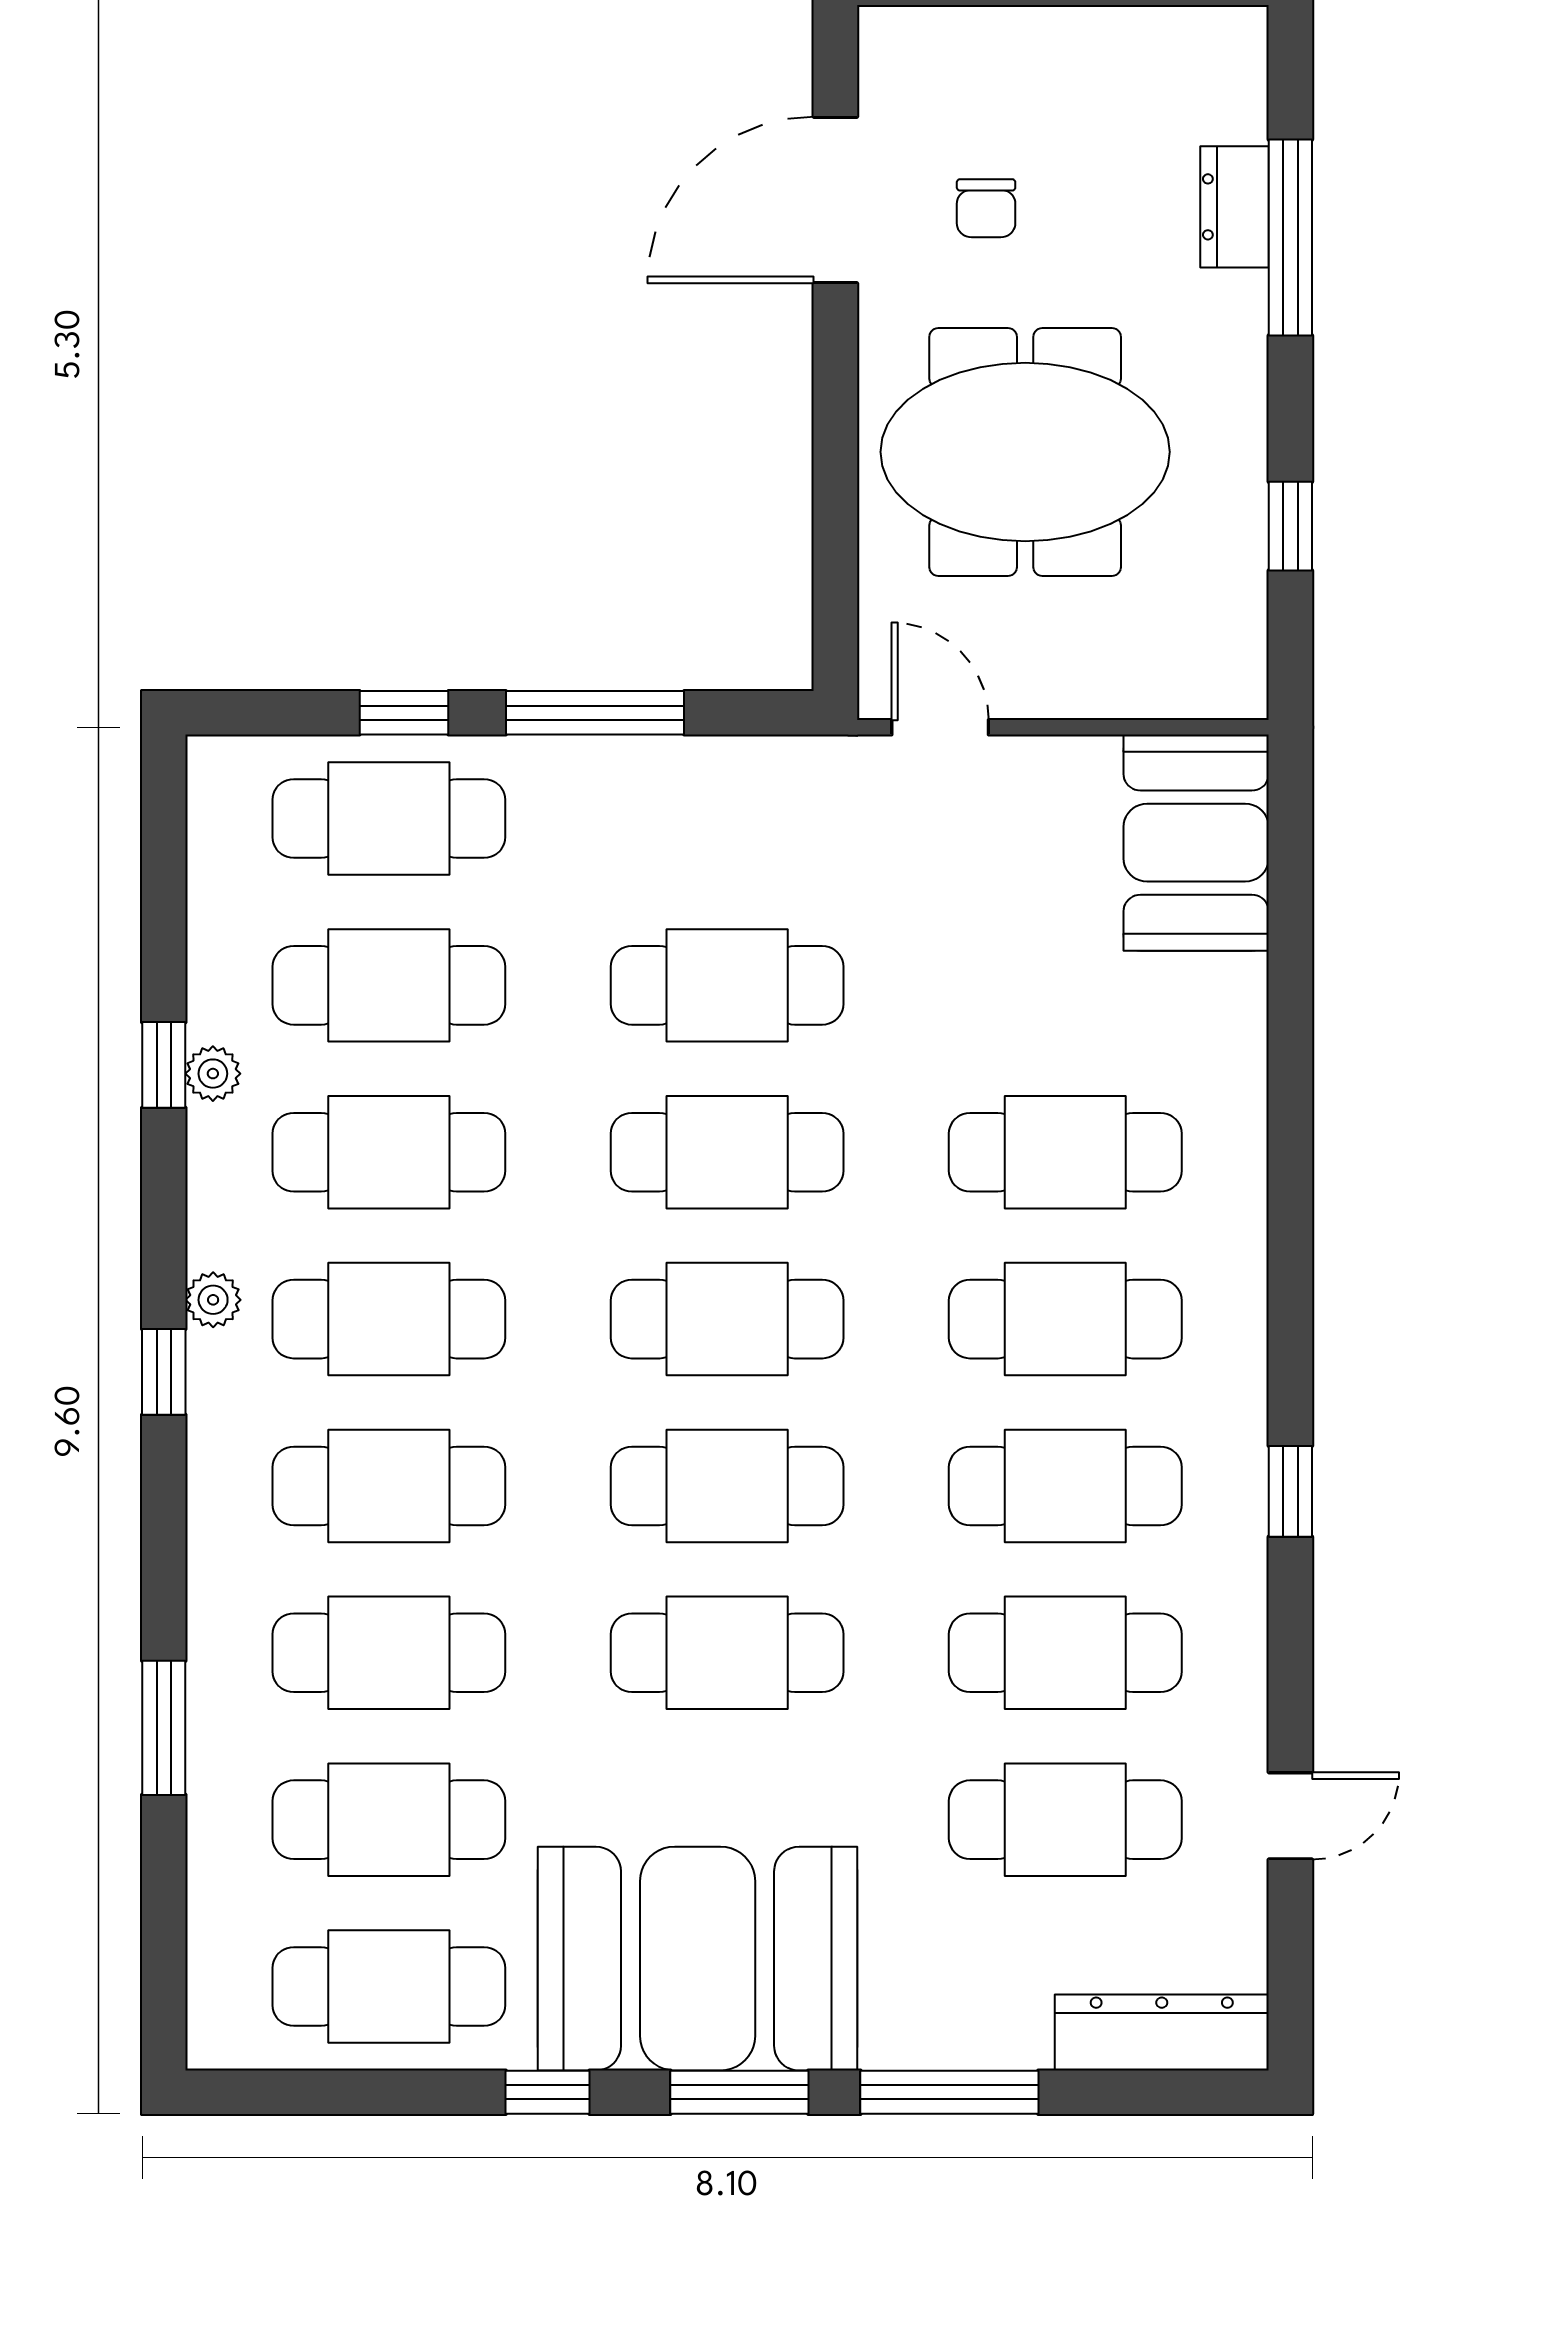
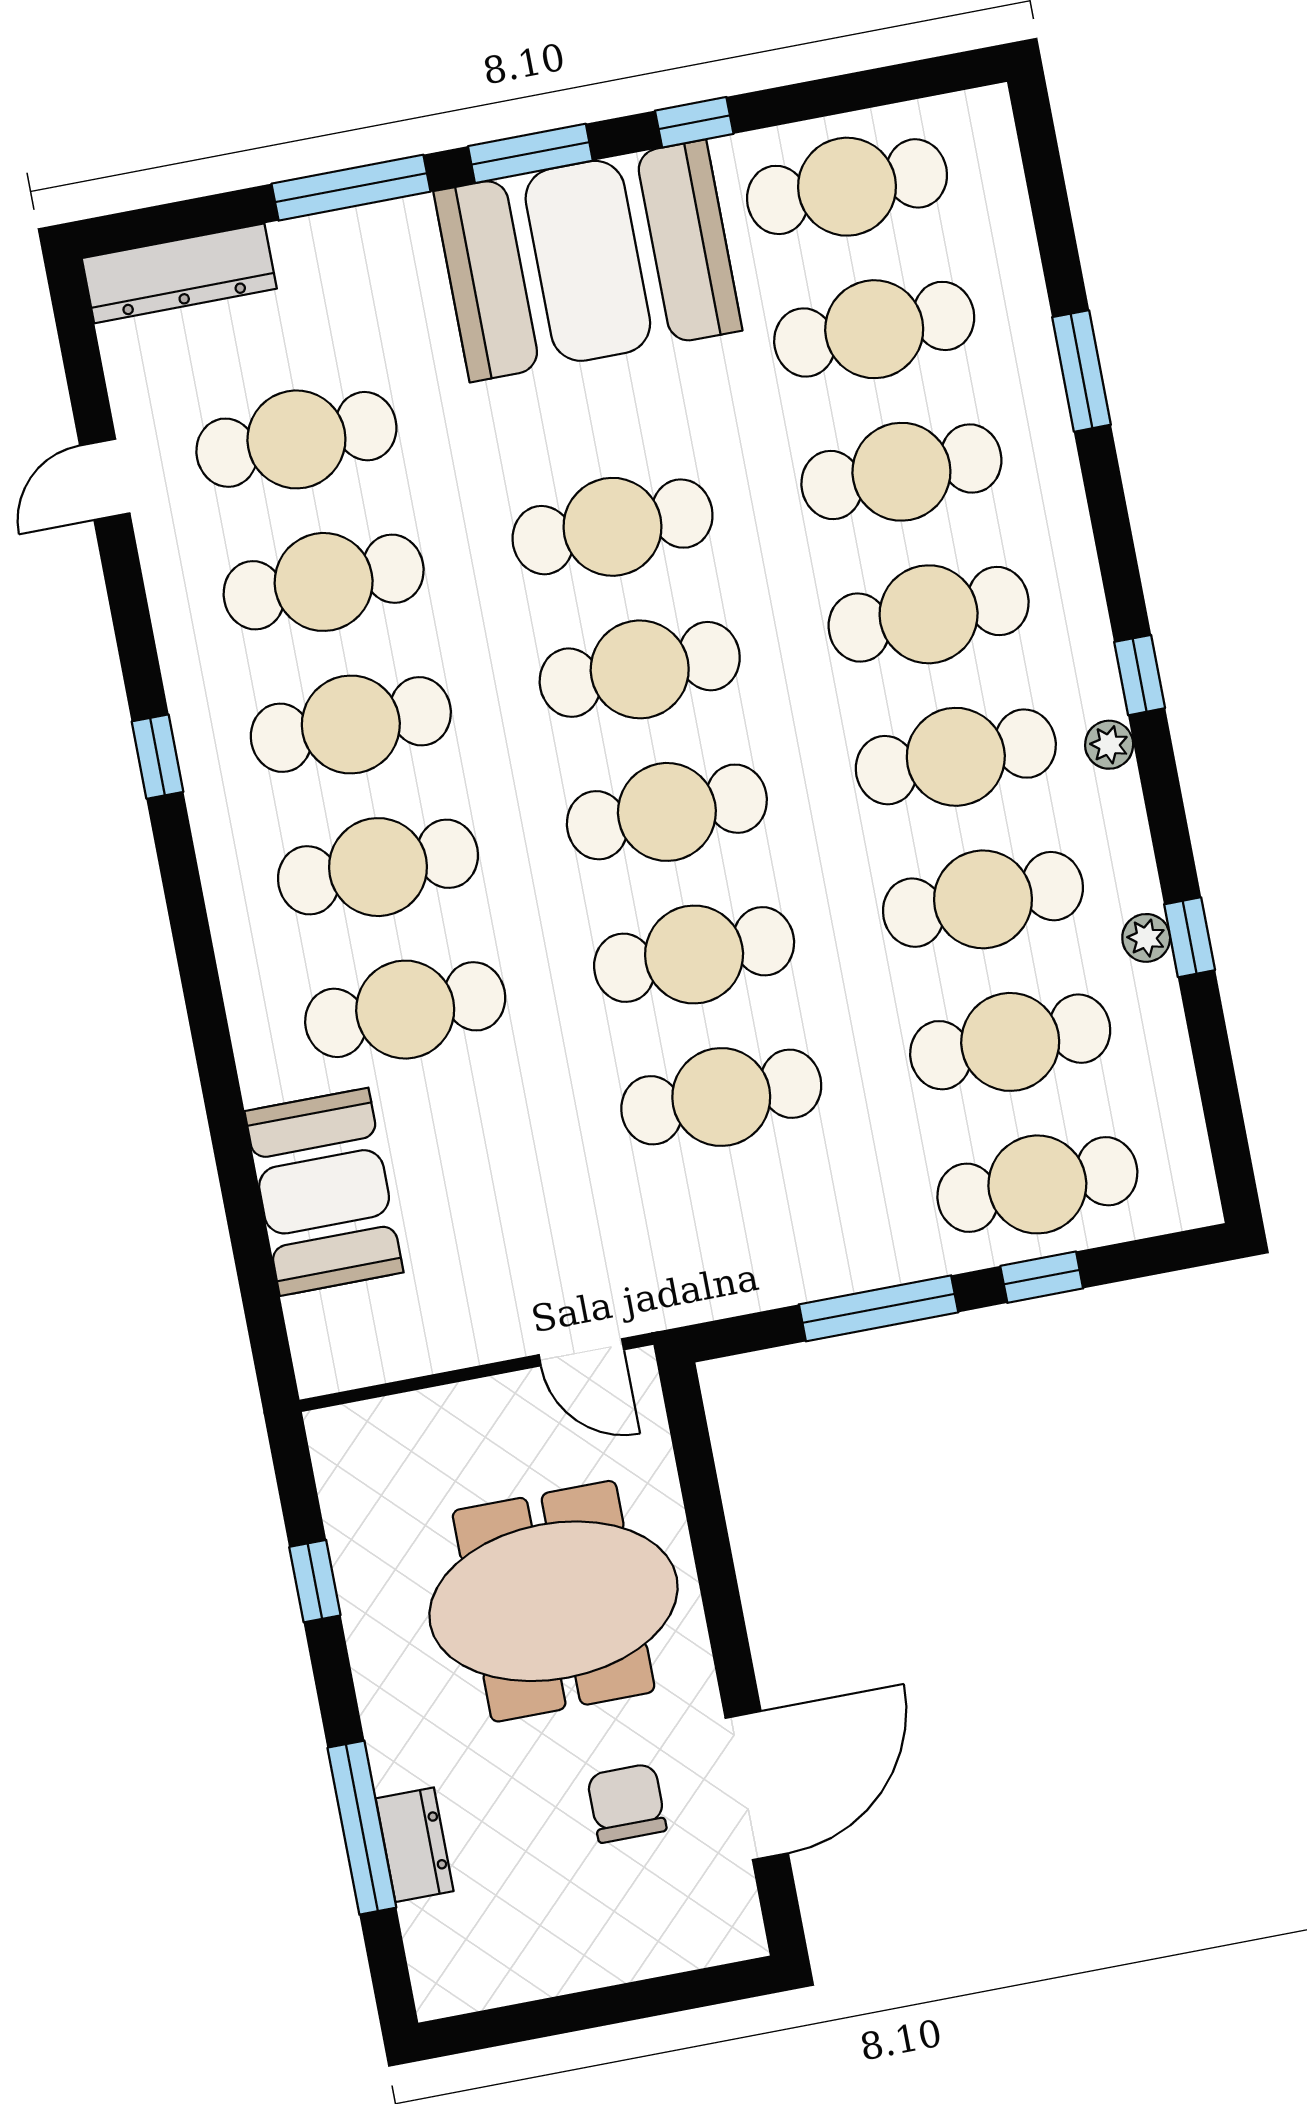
chair: (986, 208) -> (627, 1803), width x1.37, depth x1.37
booth: (1196, 843) -> (324, 1192), moved

